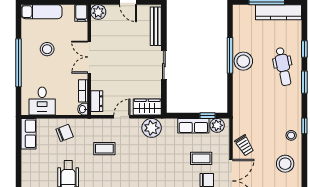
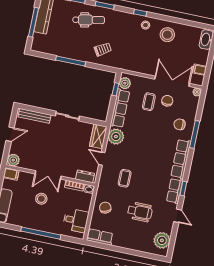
stool: (47, 49) -> (41, 199), moved
stool: (243, 61) -> (77, 51), removed
row of seats: (193, 126) -> (120, 108), width x1.48
trolley: (244, 145) -> (103, 49), moved

